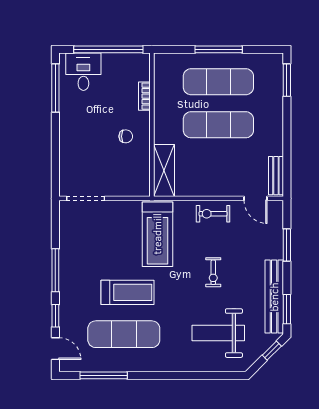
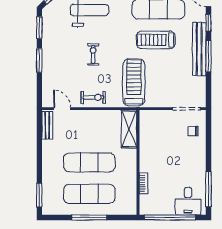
chair: (126, 136) -> (193, 131), moved
window: (287, 245) -> (39, 61), moved
bench: (274, 297) -> (199, 49), moved

